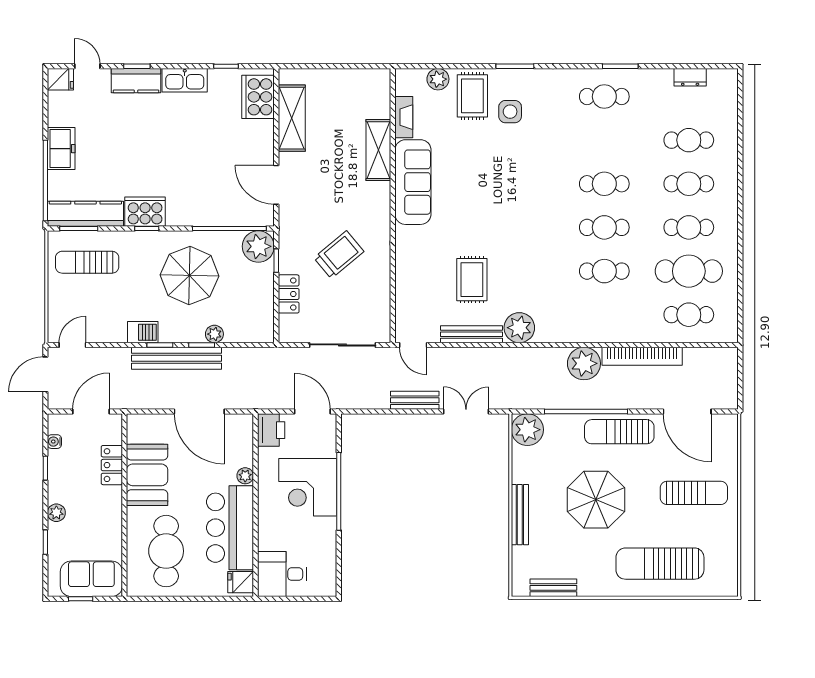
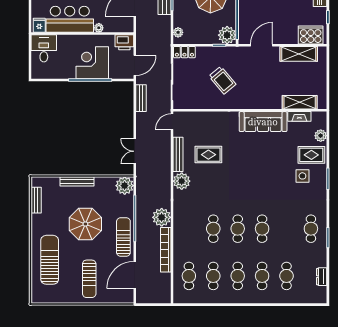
shelving: (378, 150) -> (300, 102), moved
cafe table: (689, 271) -> (213, 276), width x0.73, depth x0.74
locker: (289, 294) -> (184, 52), moved
plant: (214, 334) -> (178, 32), moved
bench: (415, 400) -> (141, 98), moved
double door: (466, 412) -> (135, 151), swing flipped

